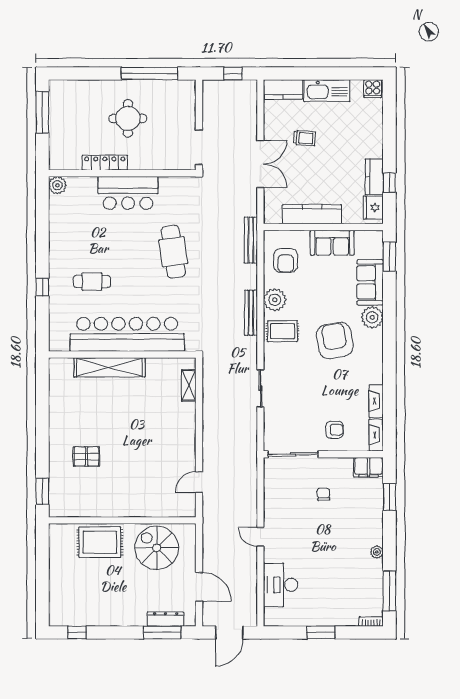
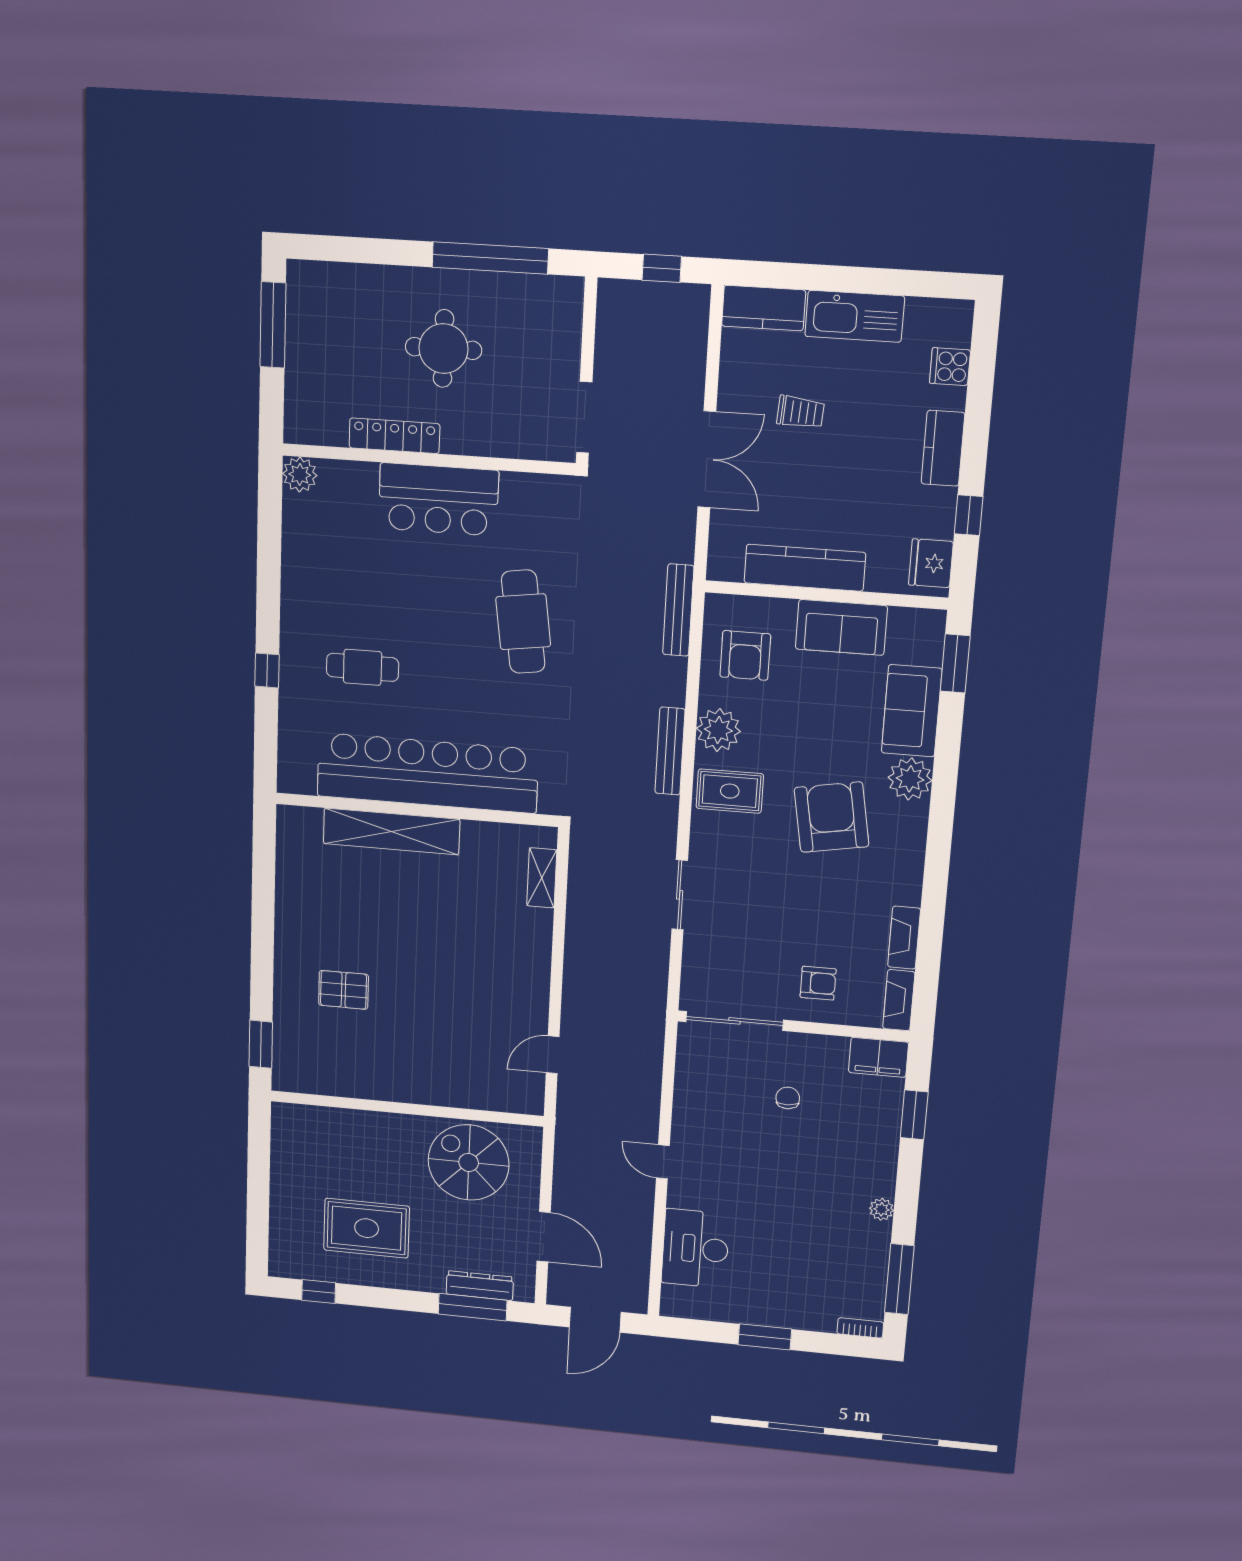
cooker: (373, 89) -> (950, 367), moved, turned 90
kitchen counter: (374, 177) -> (943, 448), moved
rug: (100, 542) -> (367, 1228), moved

